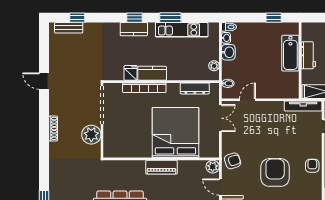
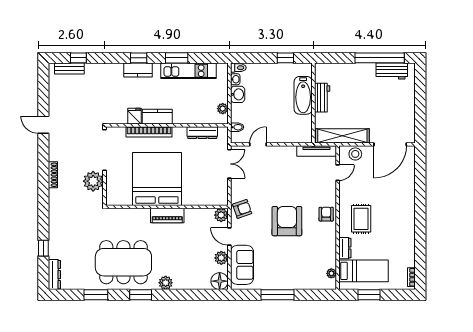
bed: (175, 133) -> (157, 179), moved

